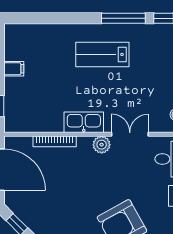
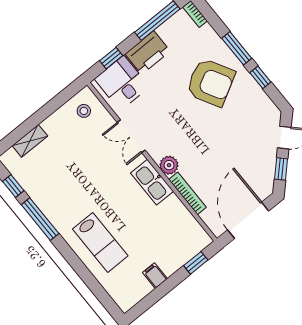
lab bench: (102, 54) -> (100, 242), moved
plant: (102, 145) -> (169, 165), moved

